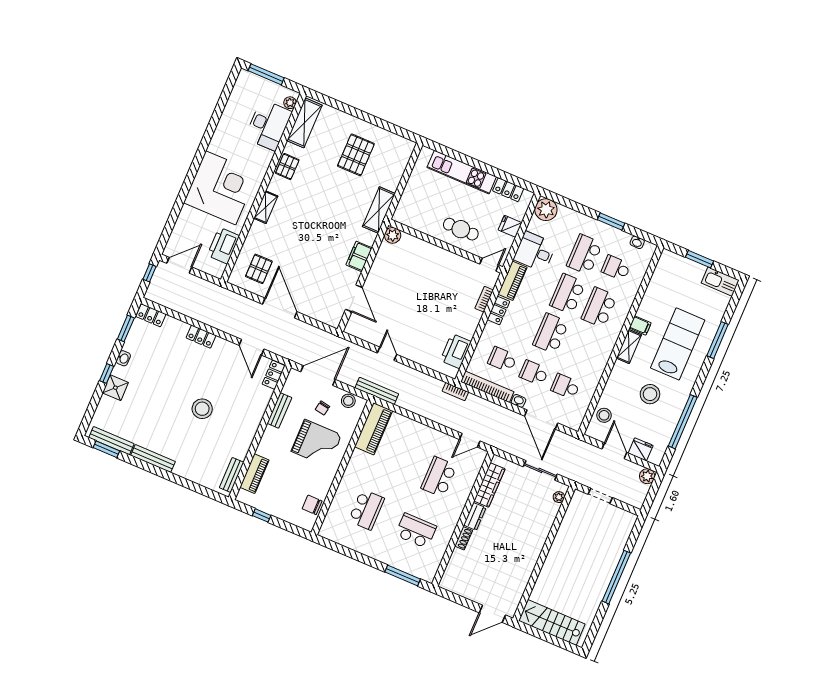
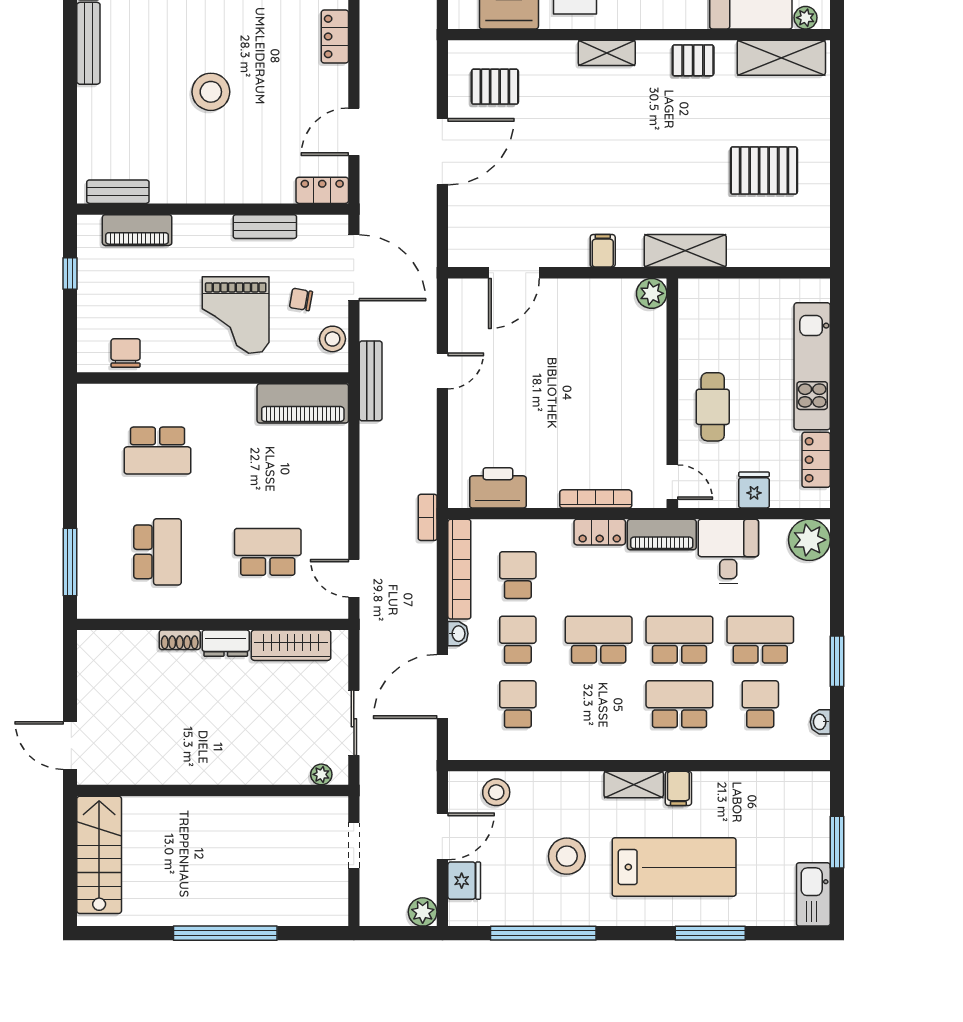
filing cabinet: (359, 256) -> (603, 251), width x0.50
bookcase: (484, 299) -> (596, 499), width x1.56

